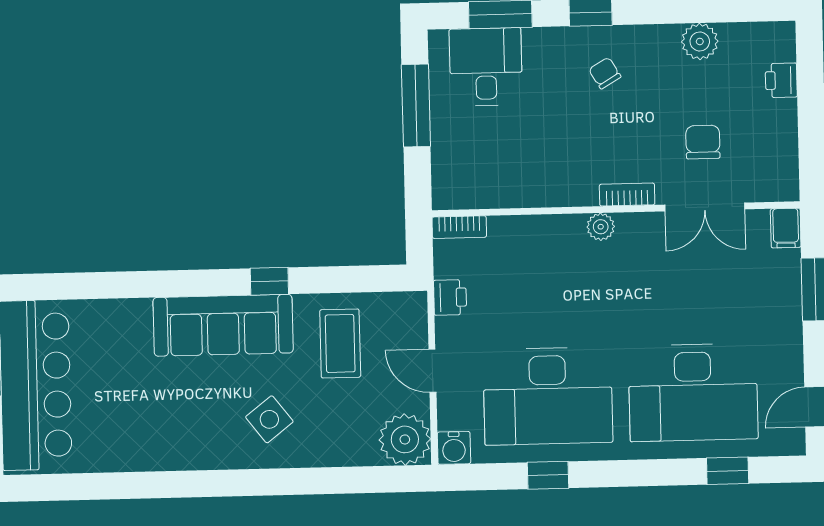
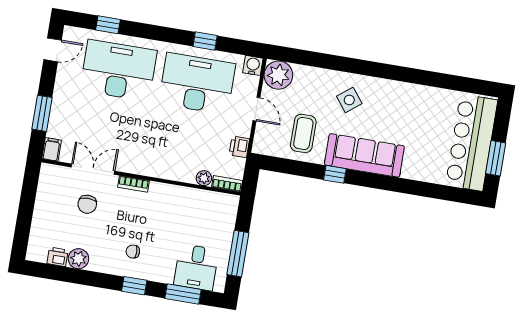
chair: (605, 73) -> (133, 252), turned 121
printer: (781, 80) -> (57, 257), moved, turned -90
plant: (601, 227) -> (204, 178), moved

